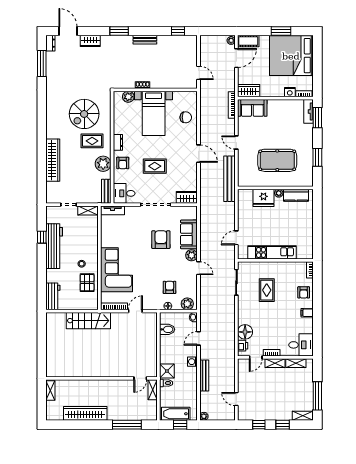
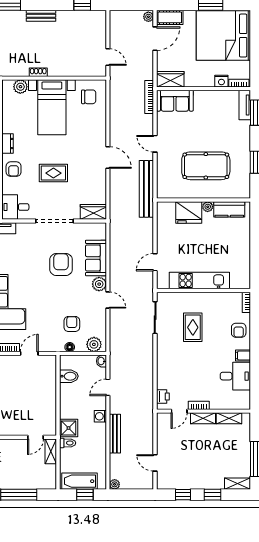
chair: (186, 117) -> (89, 97), moved
floor lamp: (245, 332) -> (166, 379), removed
desk: (301, 345) -> (235, 376), moved

